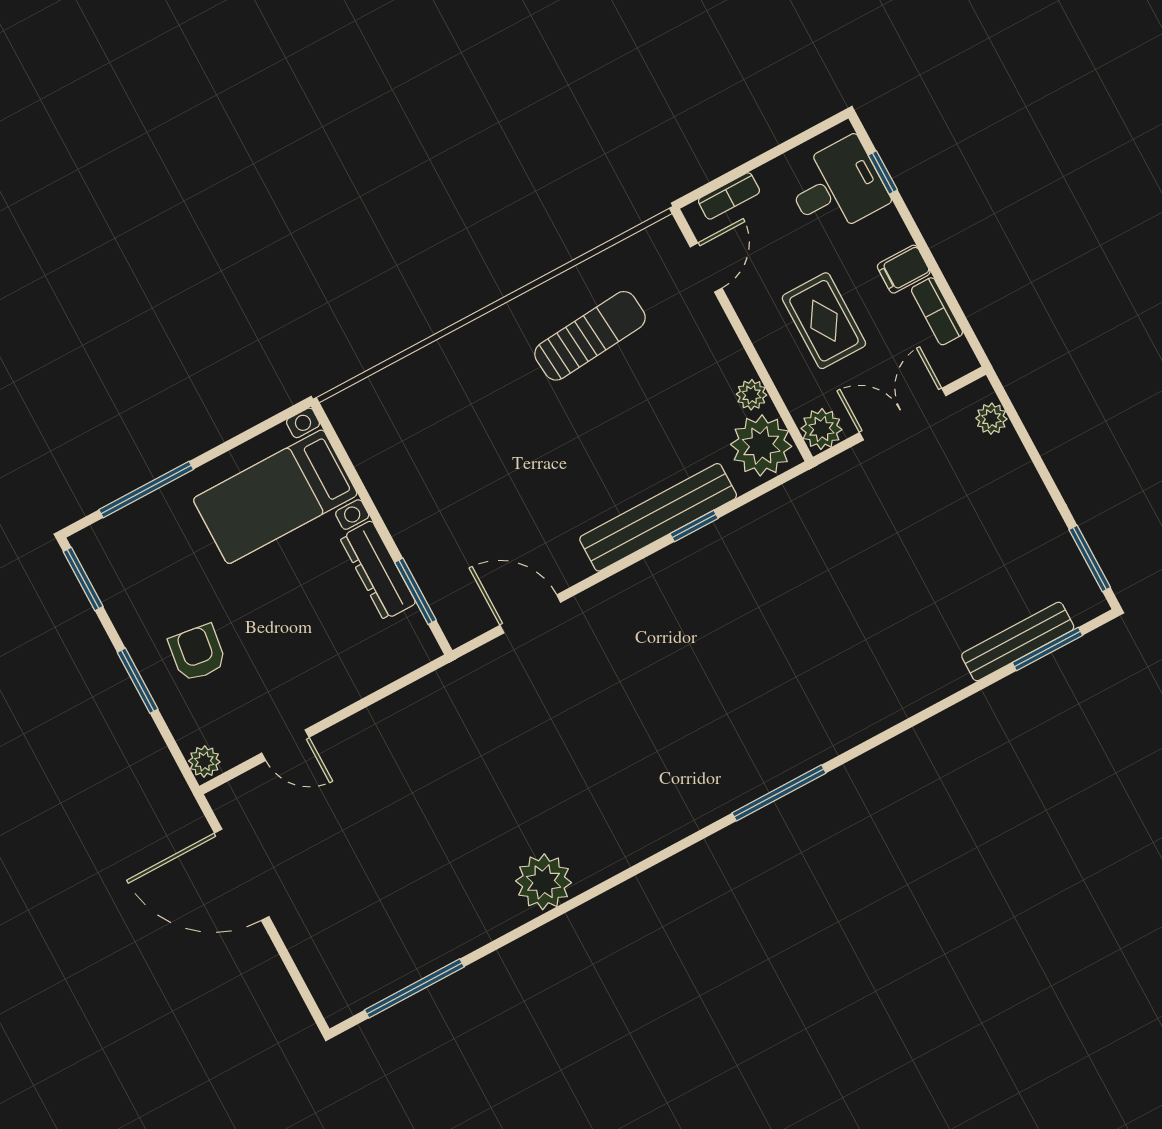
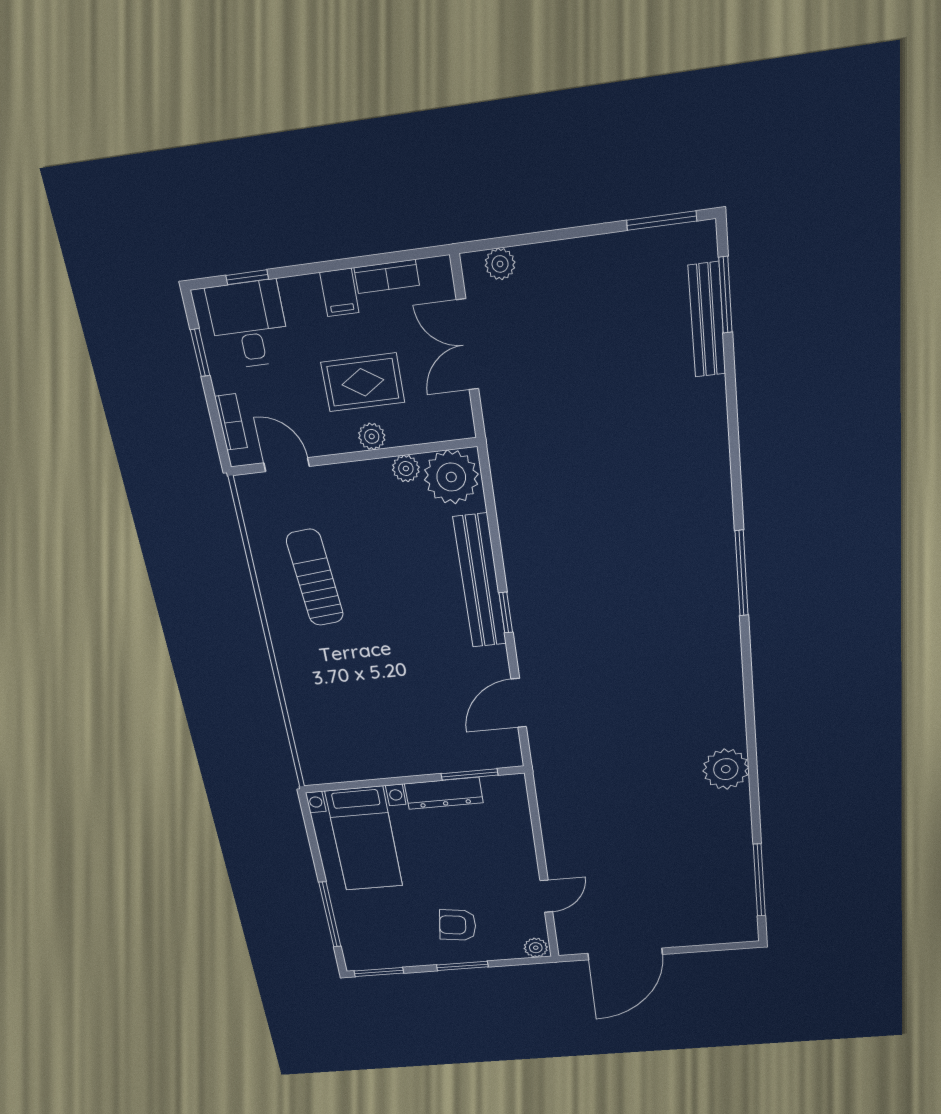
window: (789, 145) -> (200, 353), added
plant: (821, 429) -> (372, 436), moved, width x0.73, depth x0.73
window: (694, 526) -> (506, 613), moved

